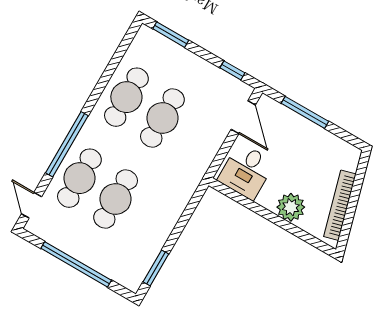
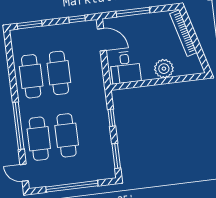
bookcase: (340, 205) -> (183, 33), moved
window: (185, 218) -> (111, 118), added

